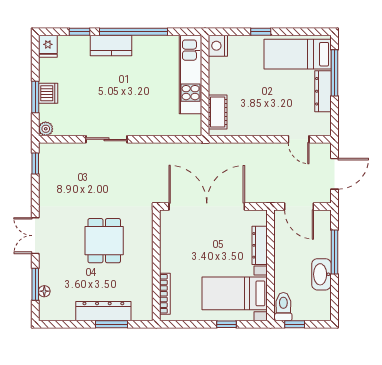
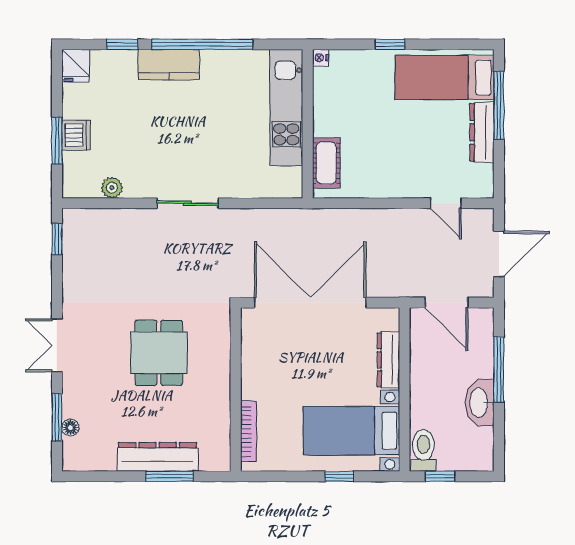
nightstand: (218, 46) -> (320, 58), width x0.53, depth x0.56
plant: (46, 129) -> (112, 188), moved
sliding door: (107, 139) -> (188, 203), moved

